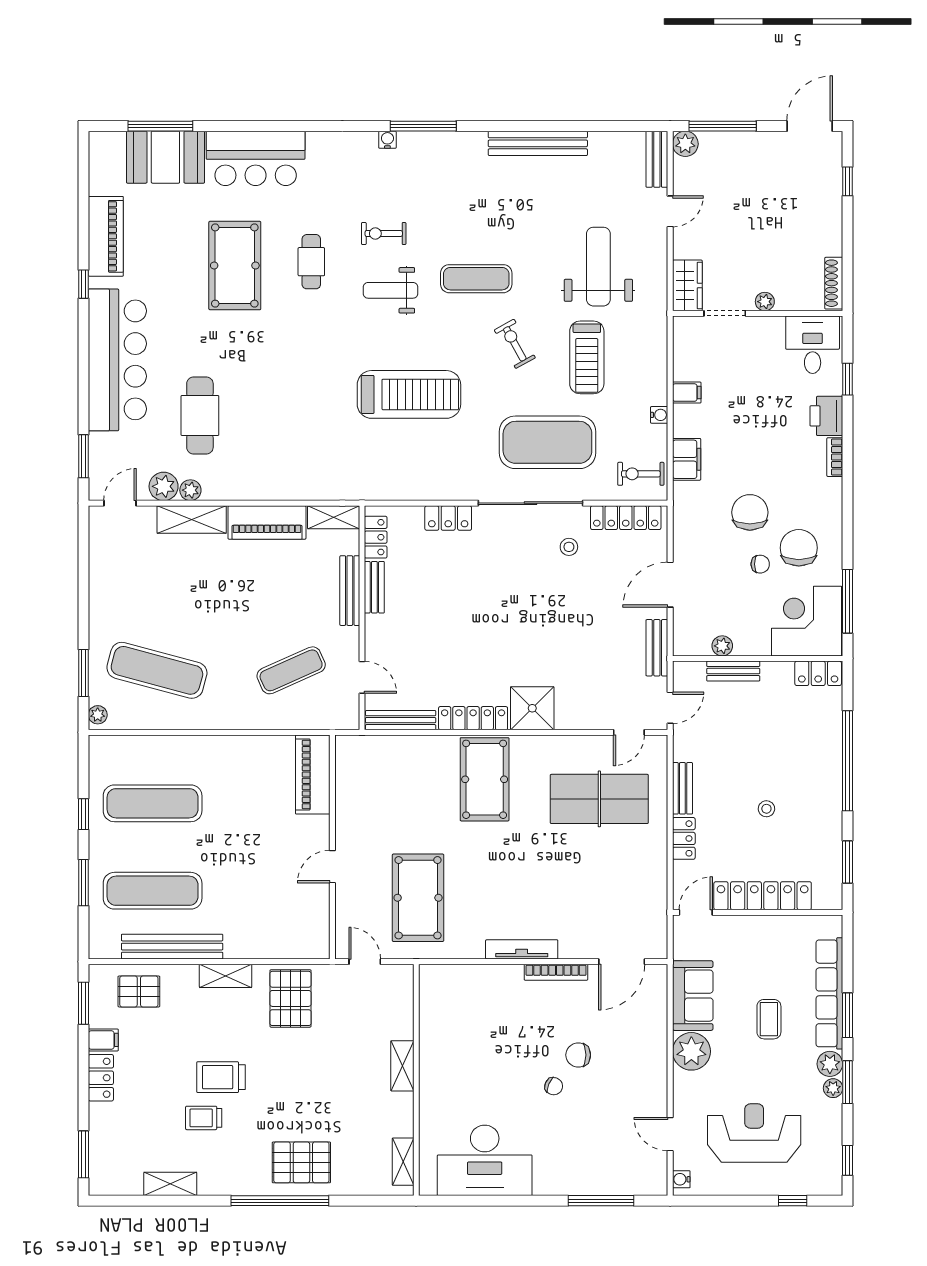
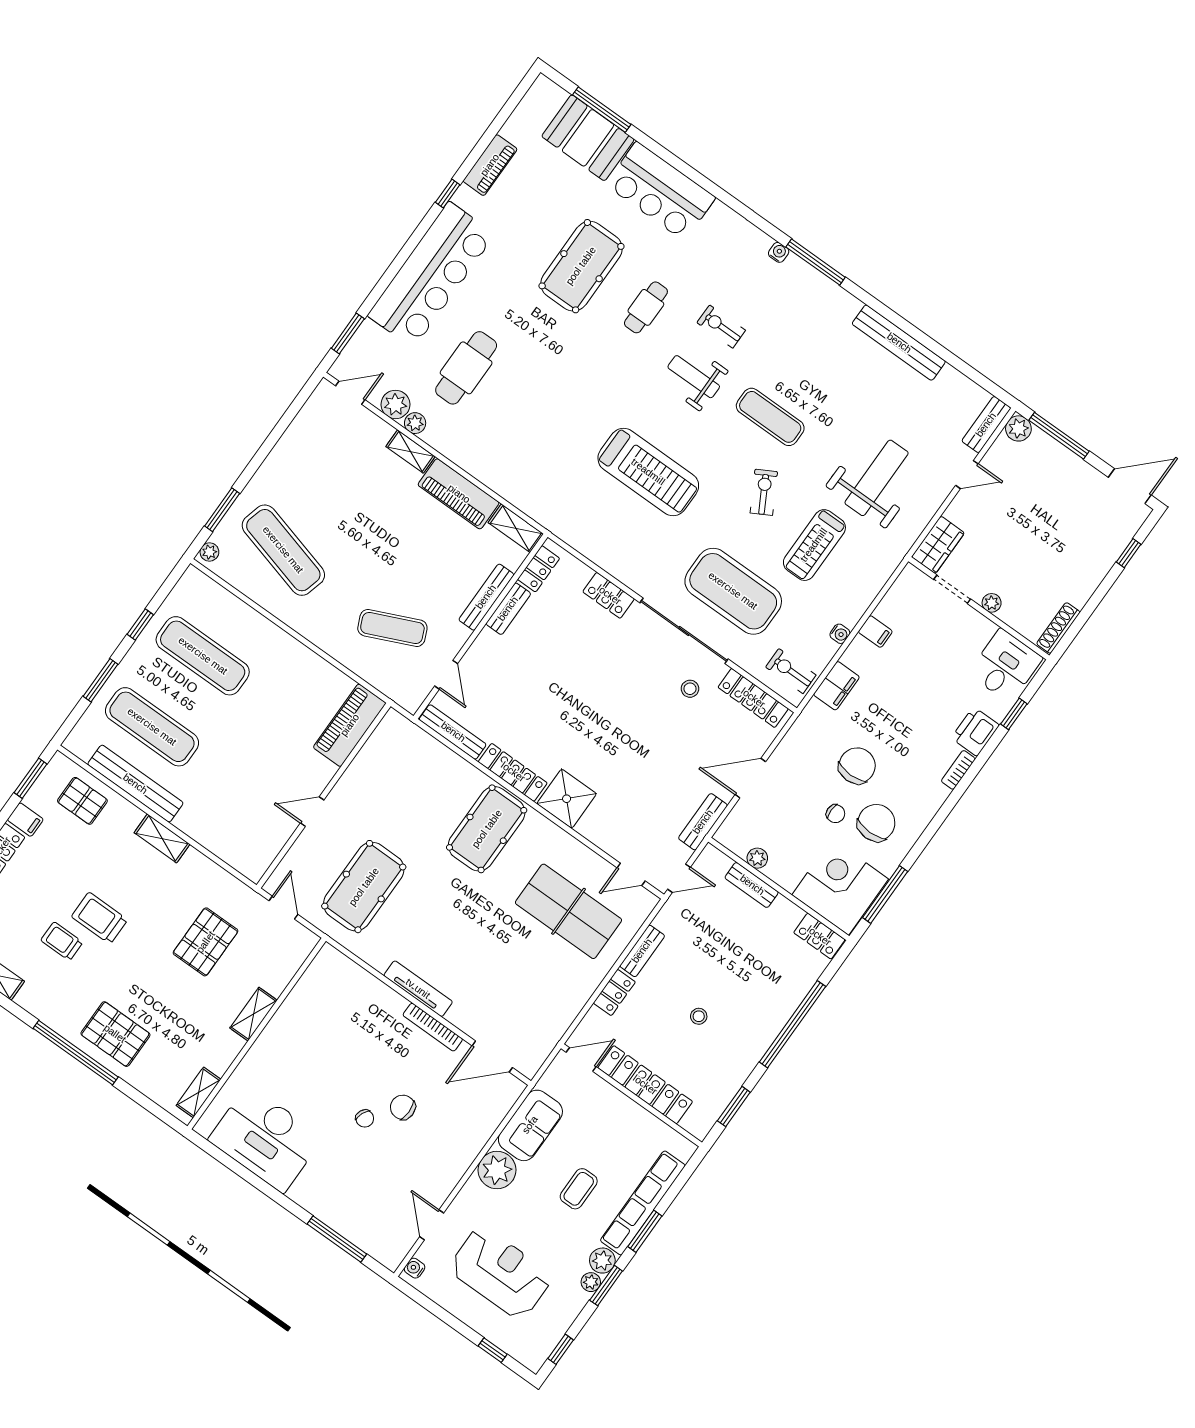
piano: (106, 236) -> (490, 165), width x0.73, depth x0.75
shelving: (192, 519) -> (410, 452), width x0.67, depth x0.75
pallet: (290, 998) -> (206, 942), moved

